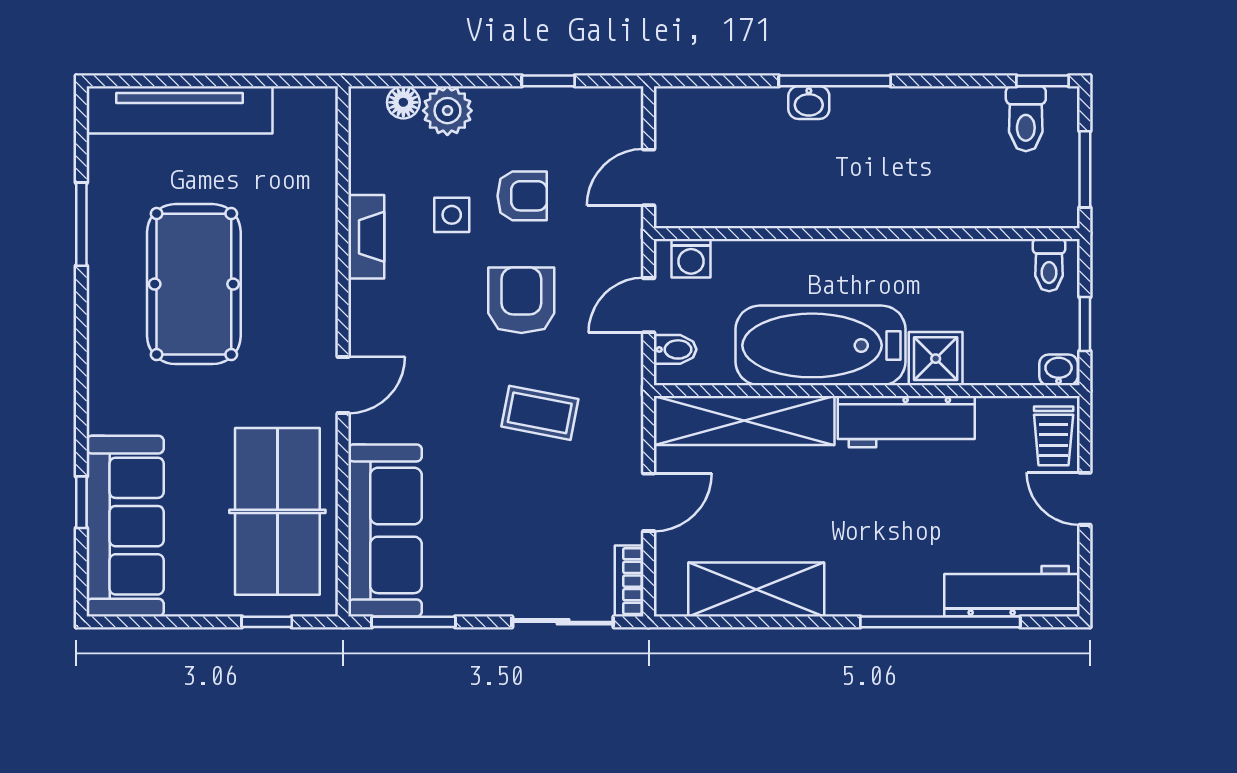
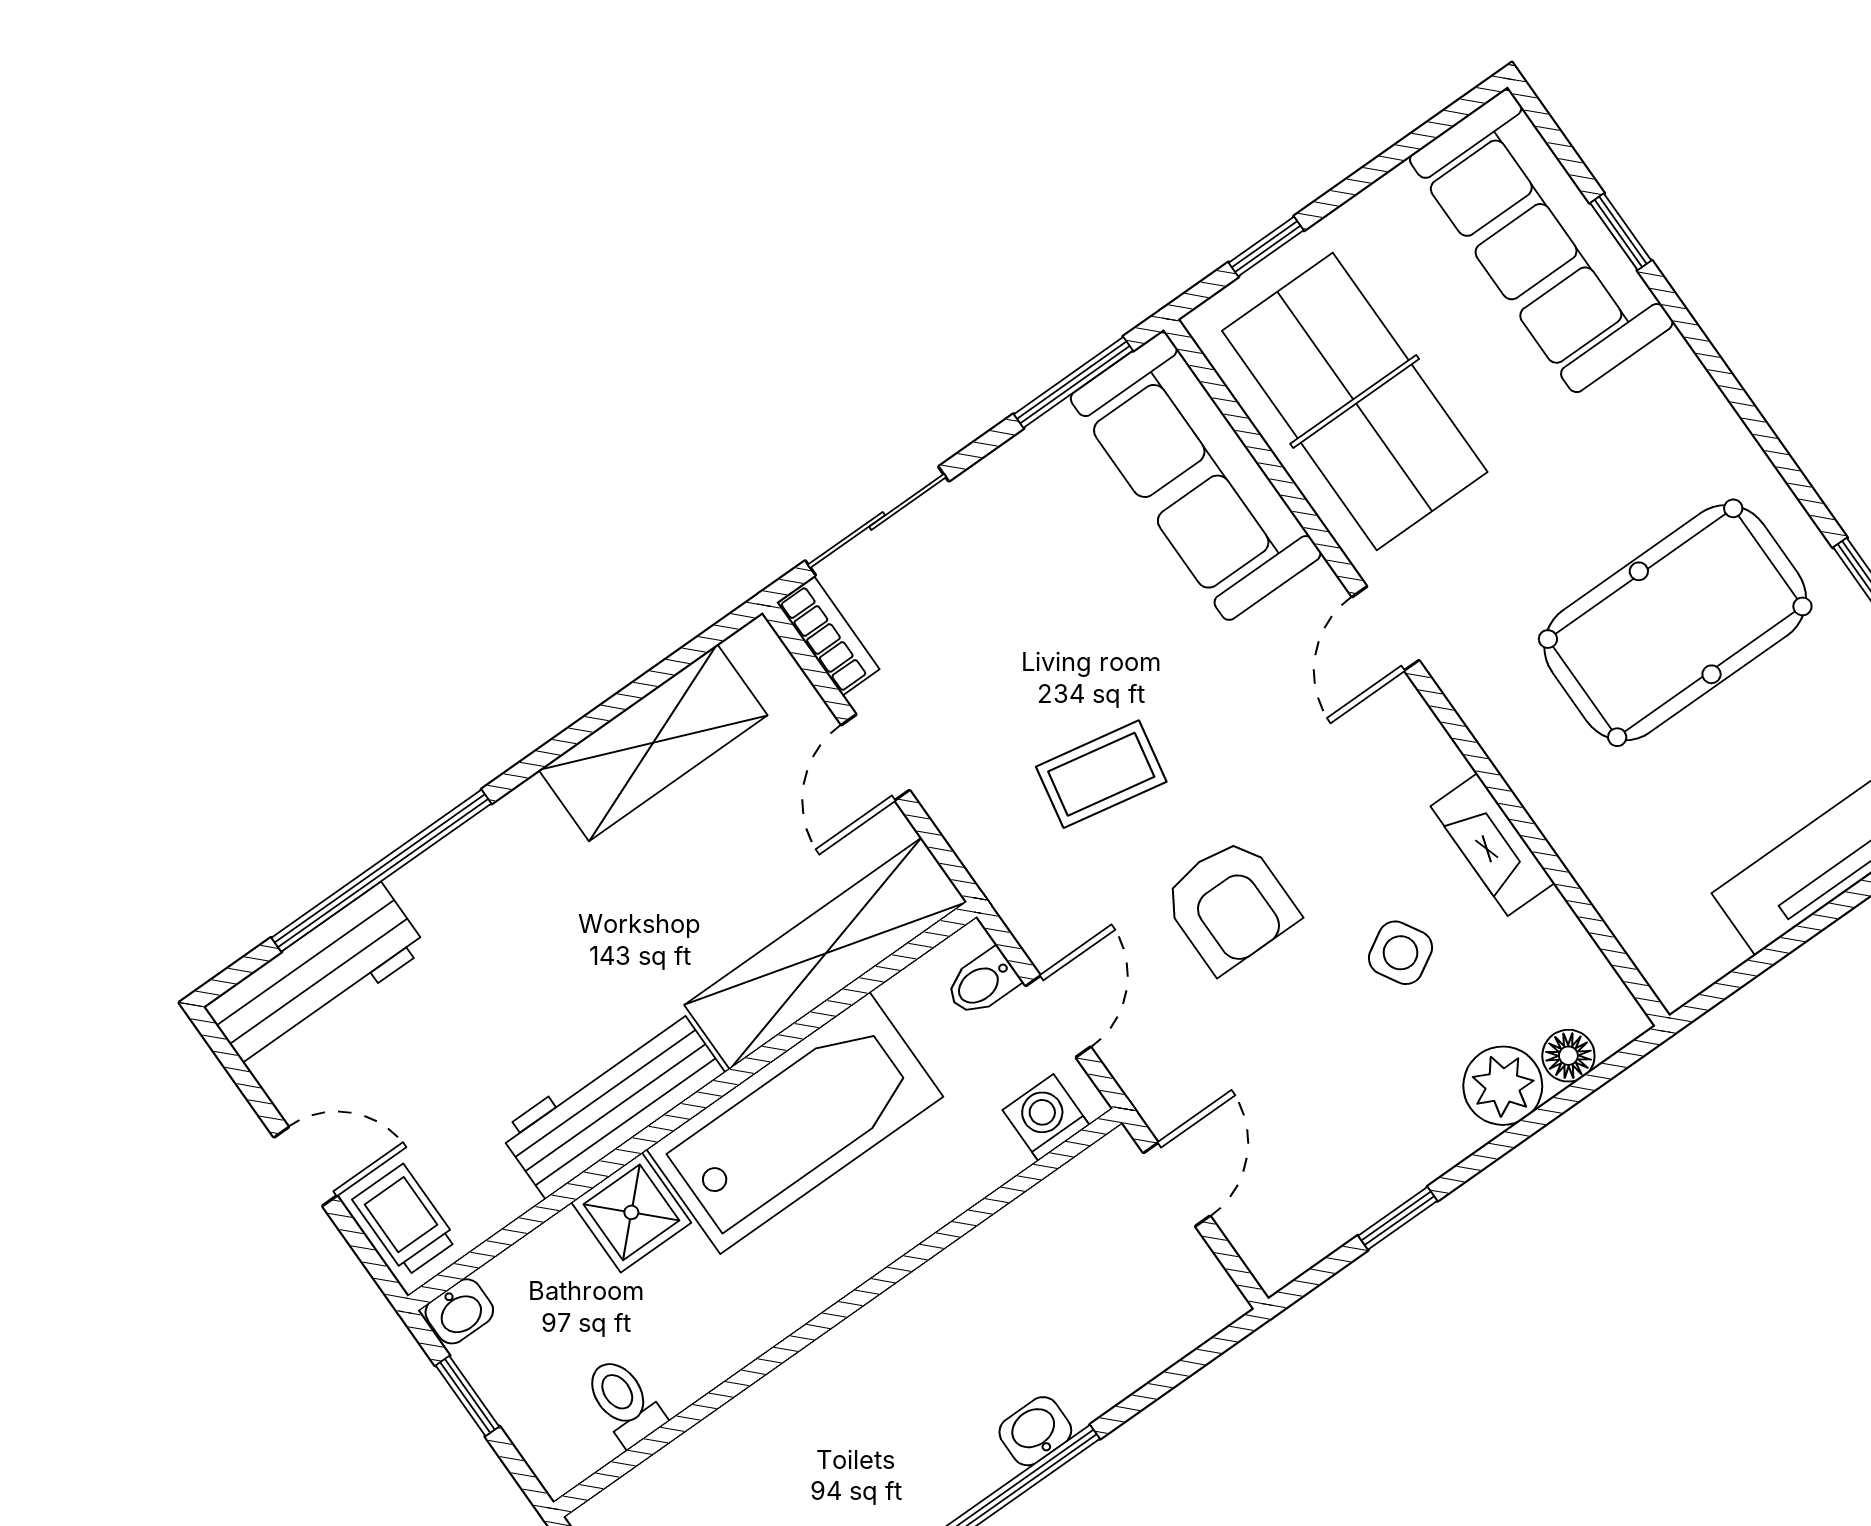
armchair: (522, 196) -> (1326, 1043), removed
side table: (452, 215) -> (1401, 953), turned -30
toilet: (1049, 265) -> (624, 1401), moved
pool table: (194, 284) -> (1675, 623), turned 90

